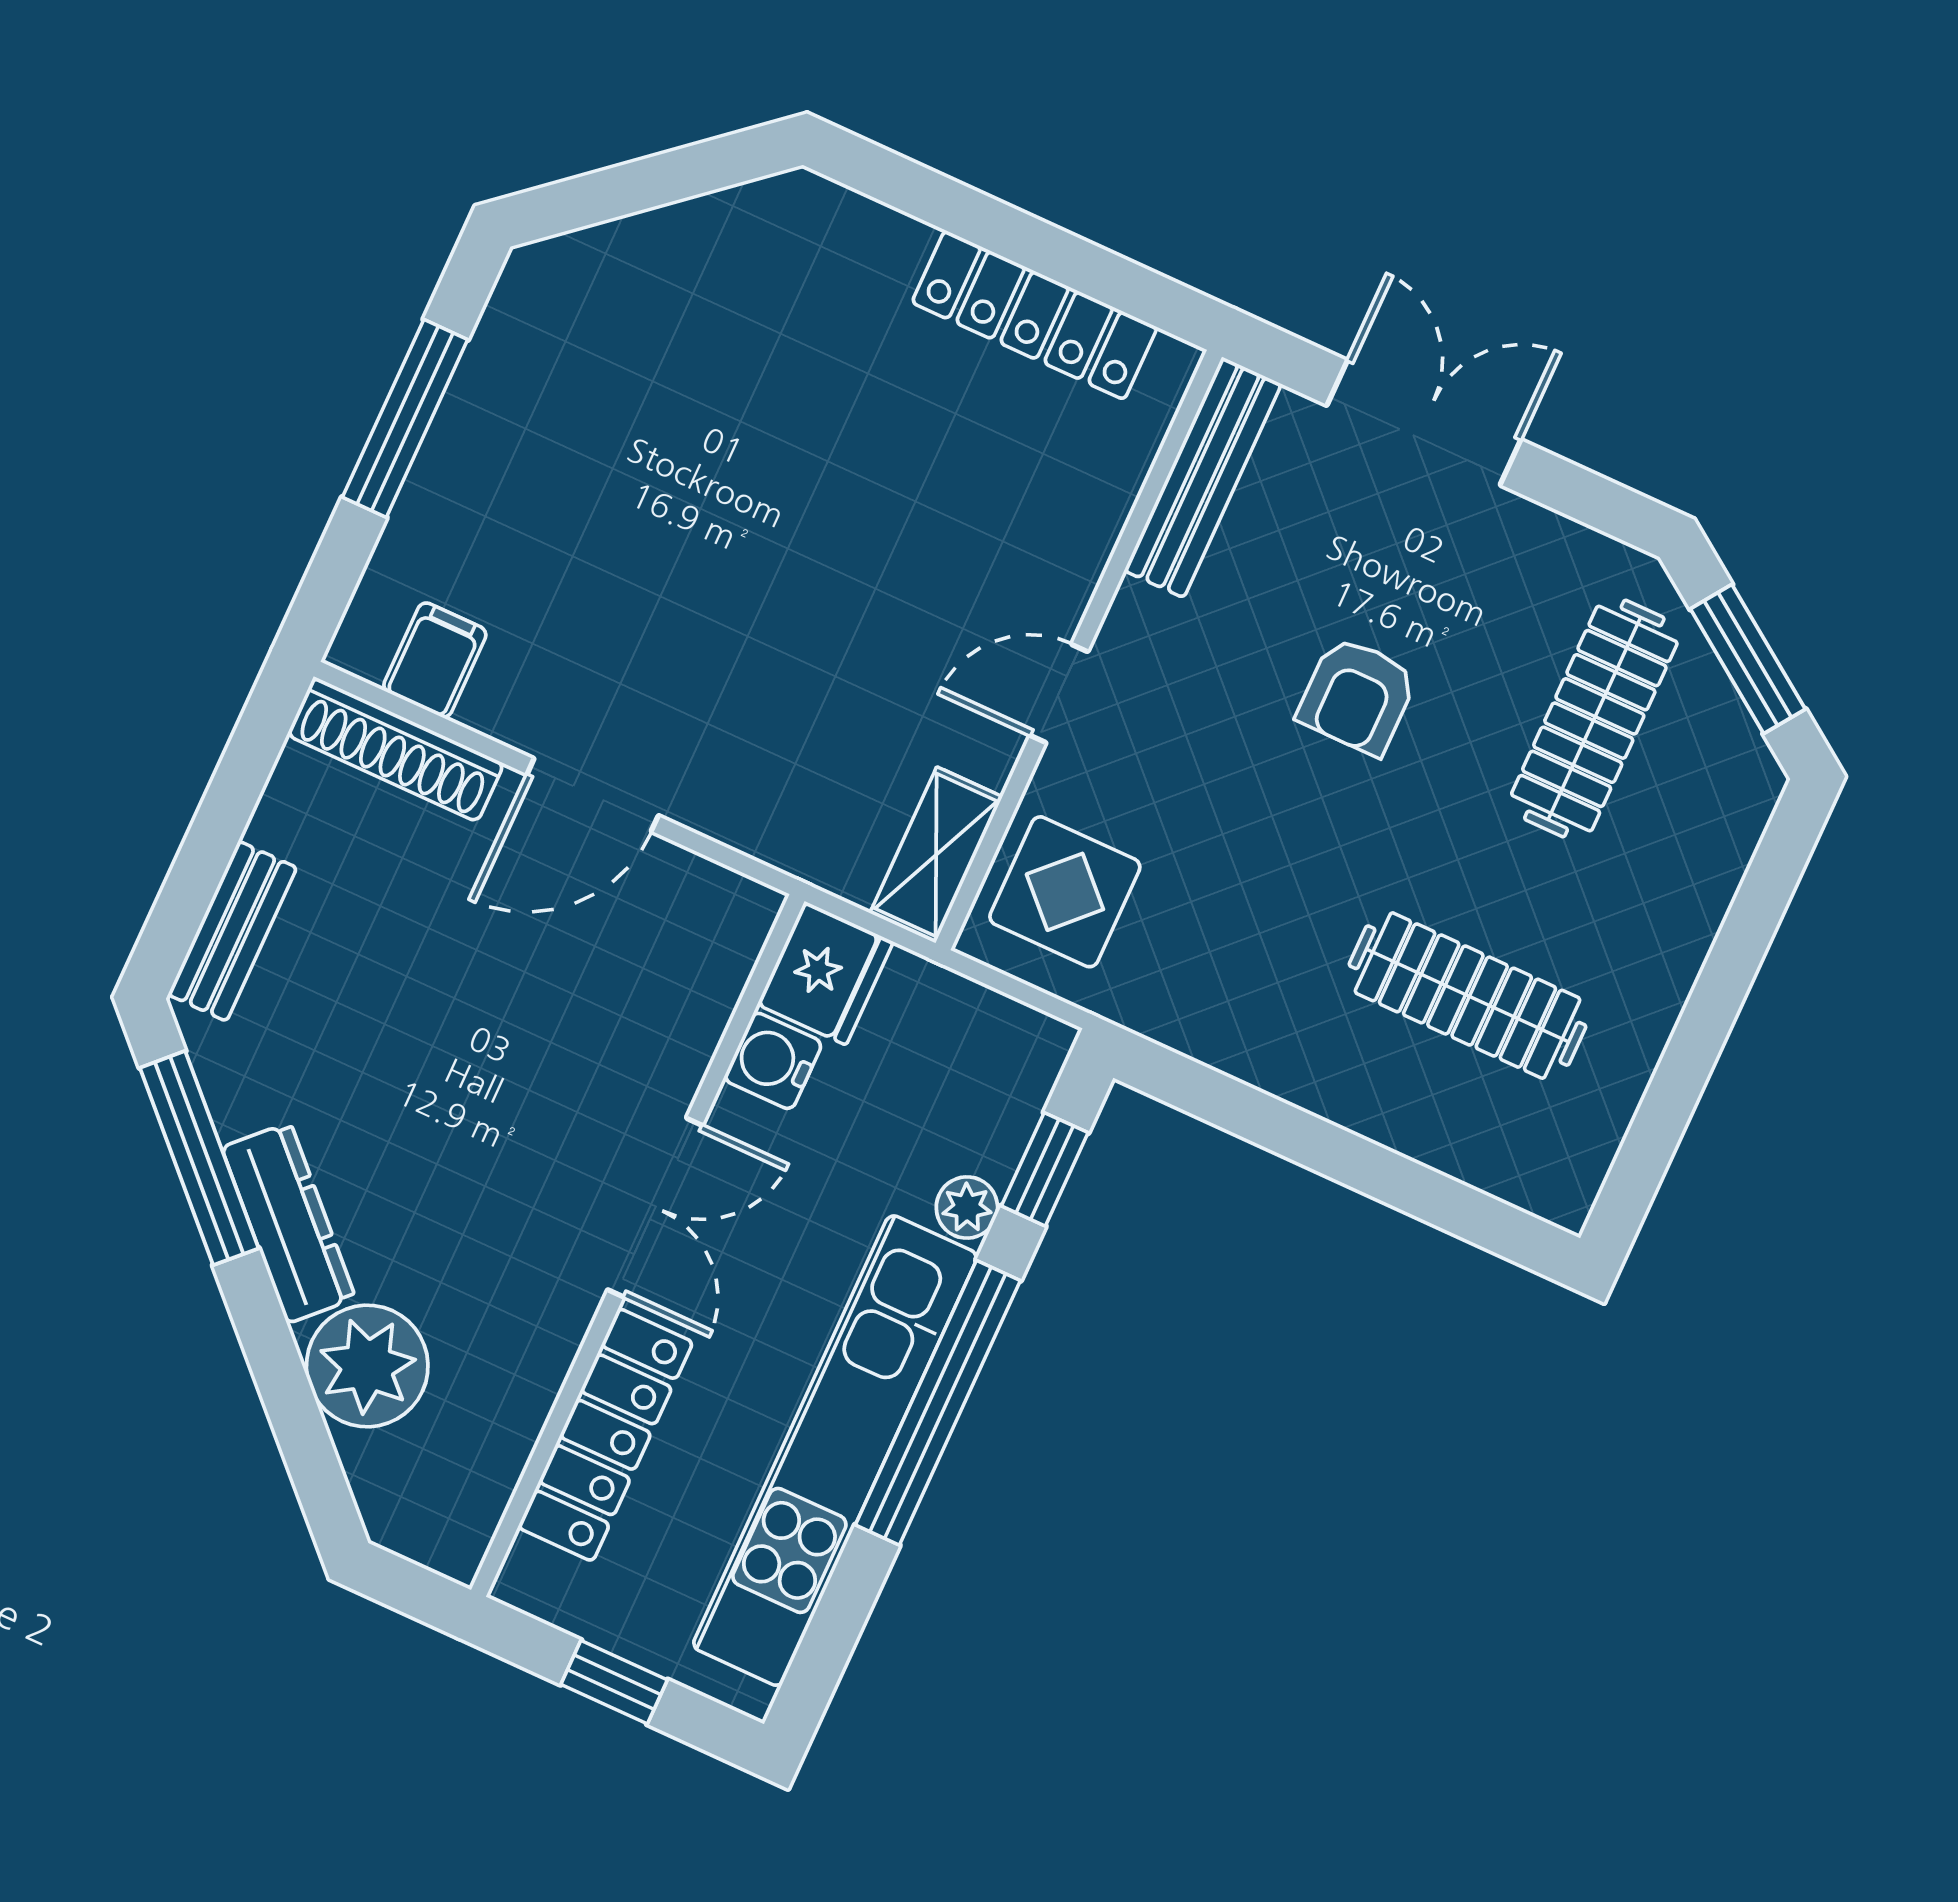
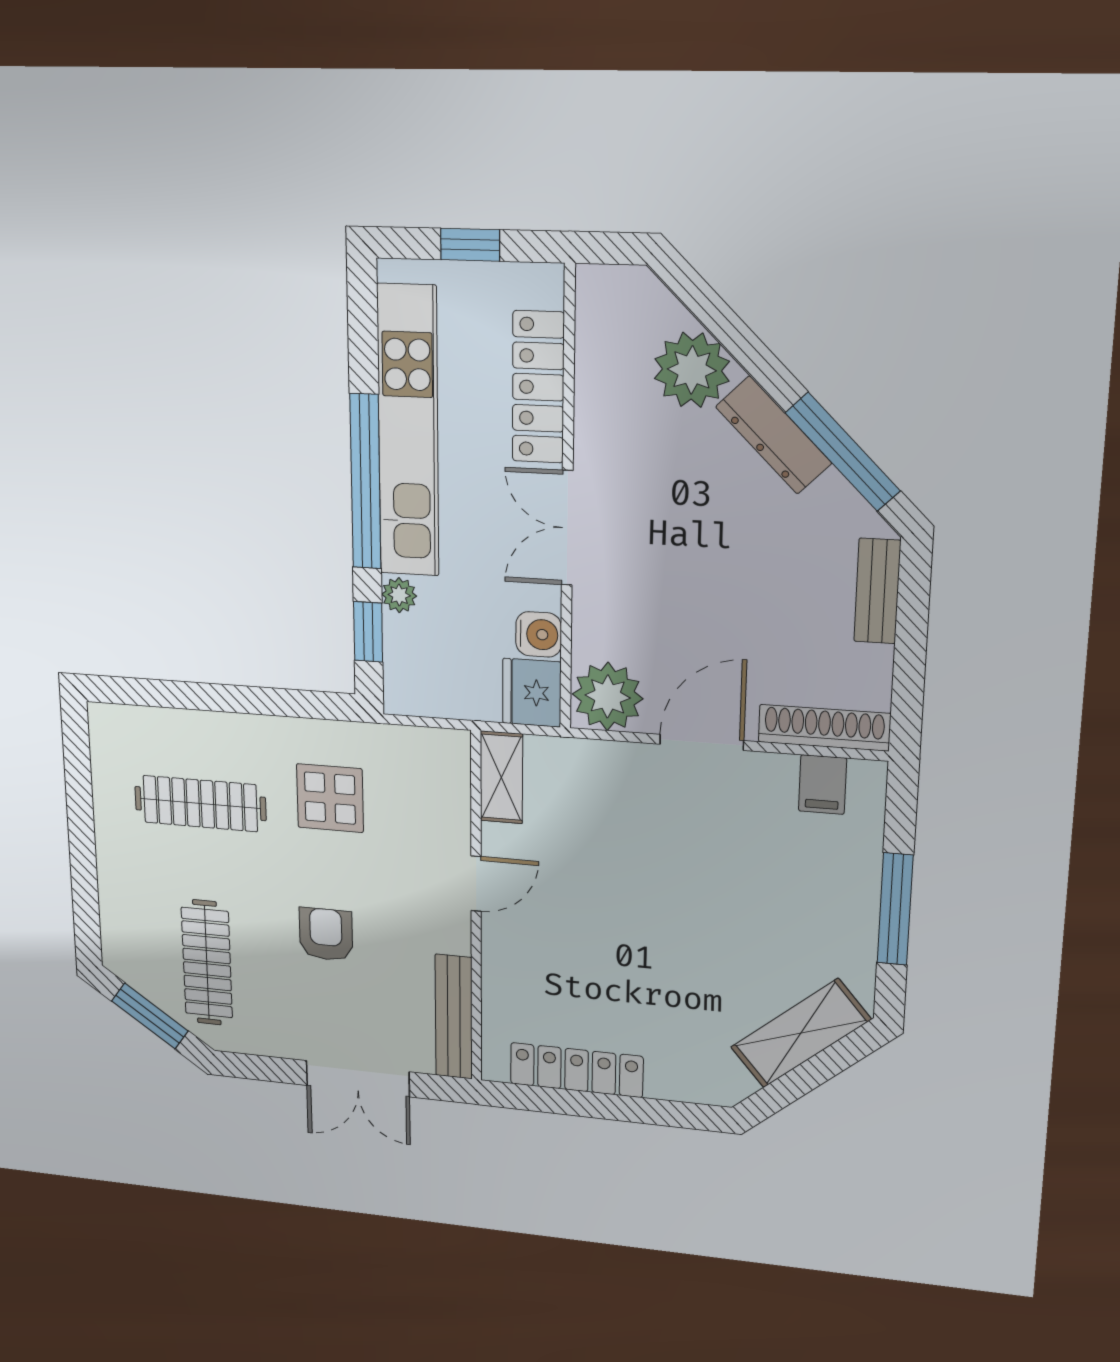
shelving: (637, 259) -> (801, 1033), added
display table: (1065, 892) -> (330, 798), moved
plant: (708, 922) -> (608, 696), added

